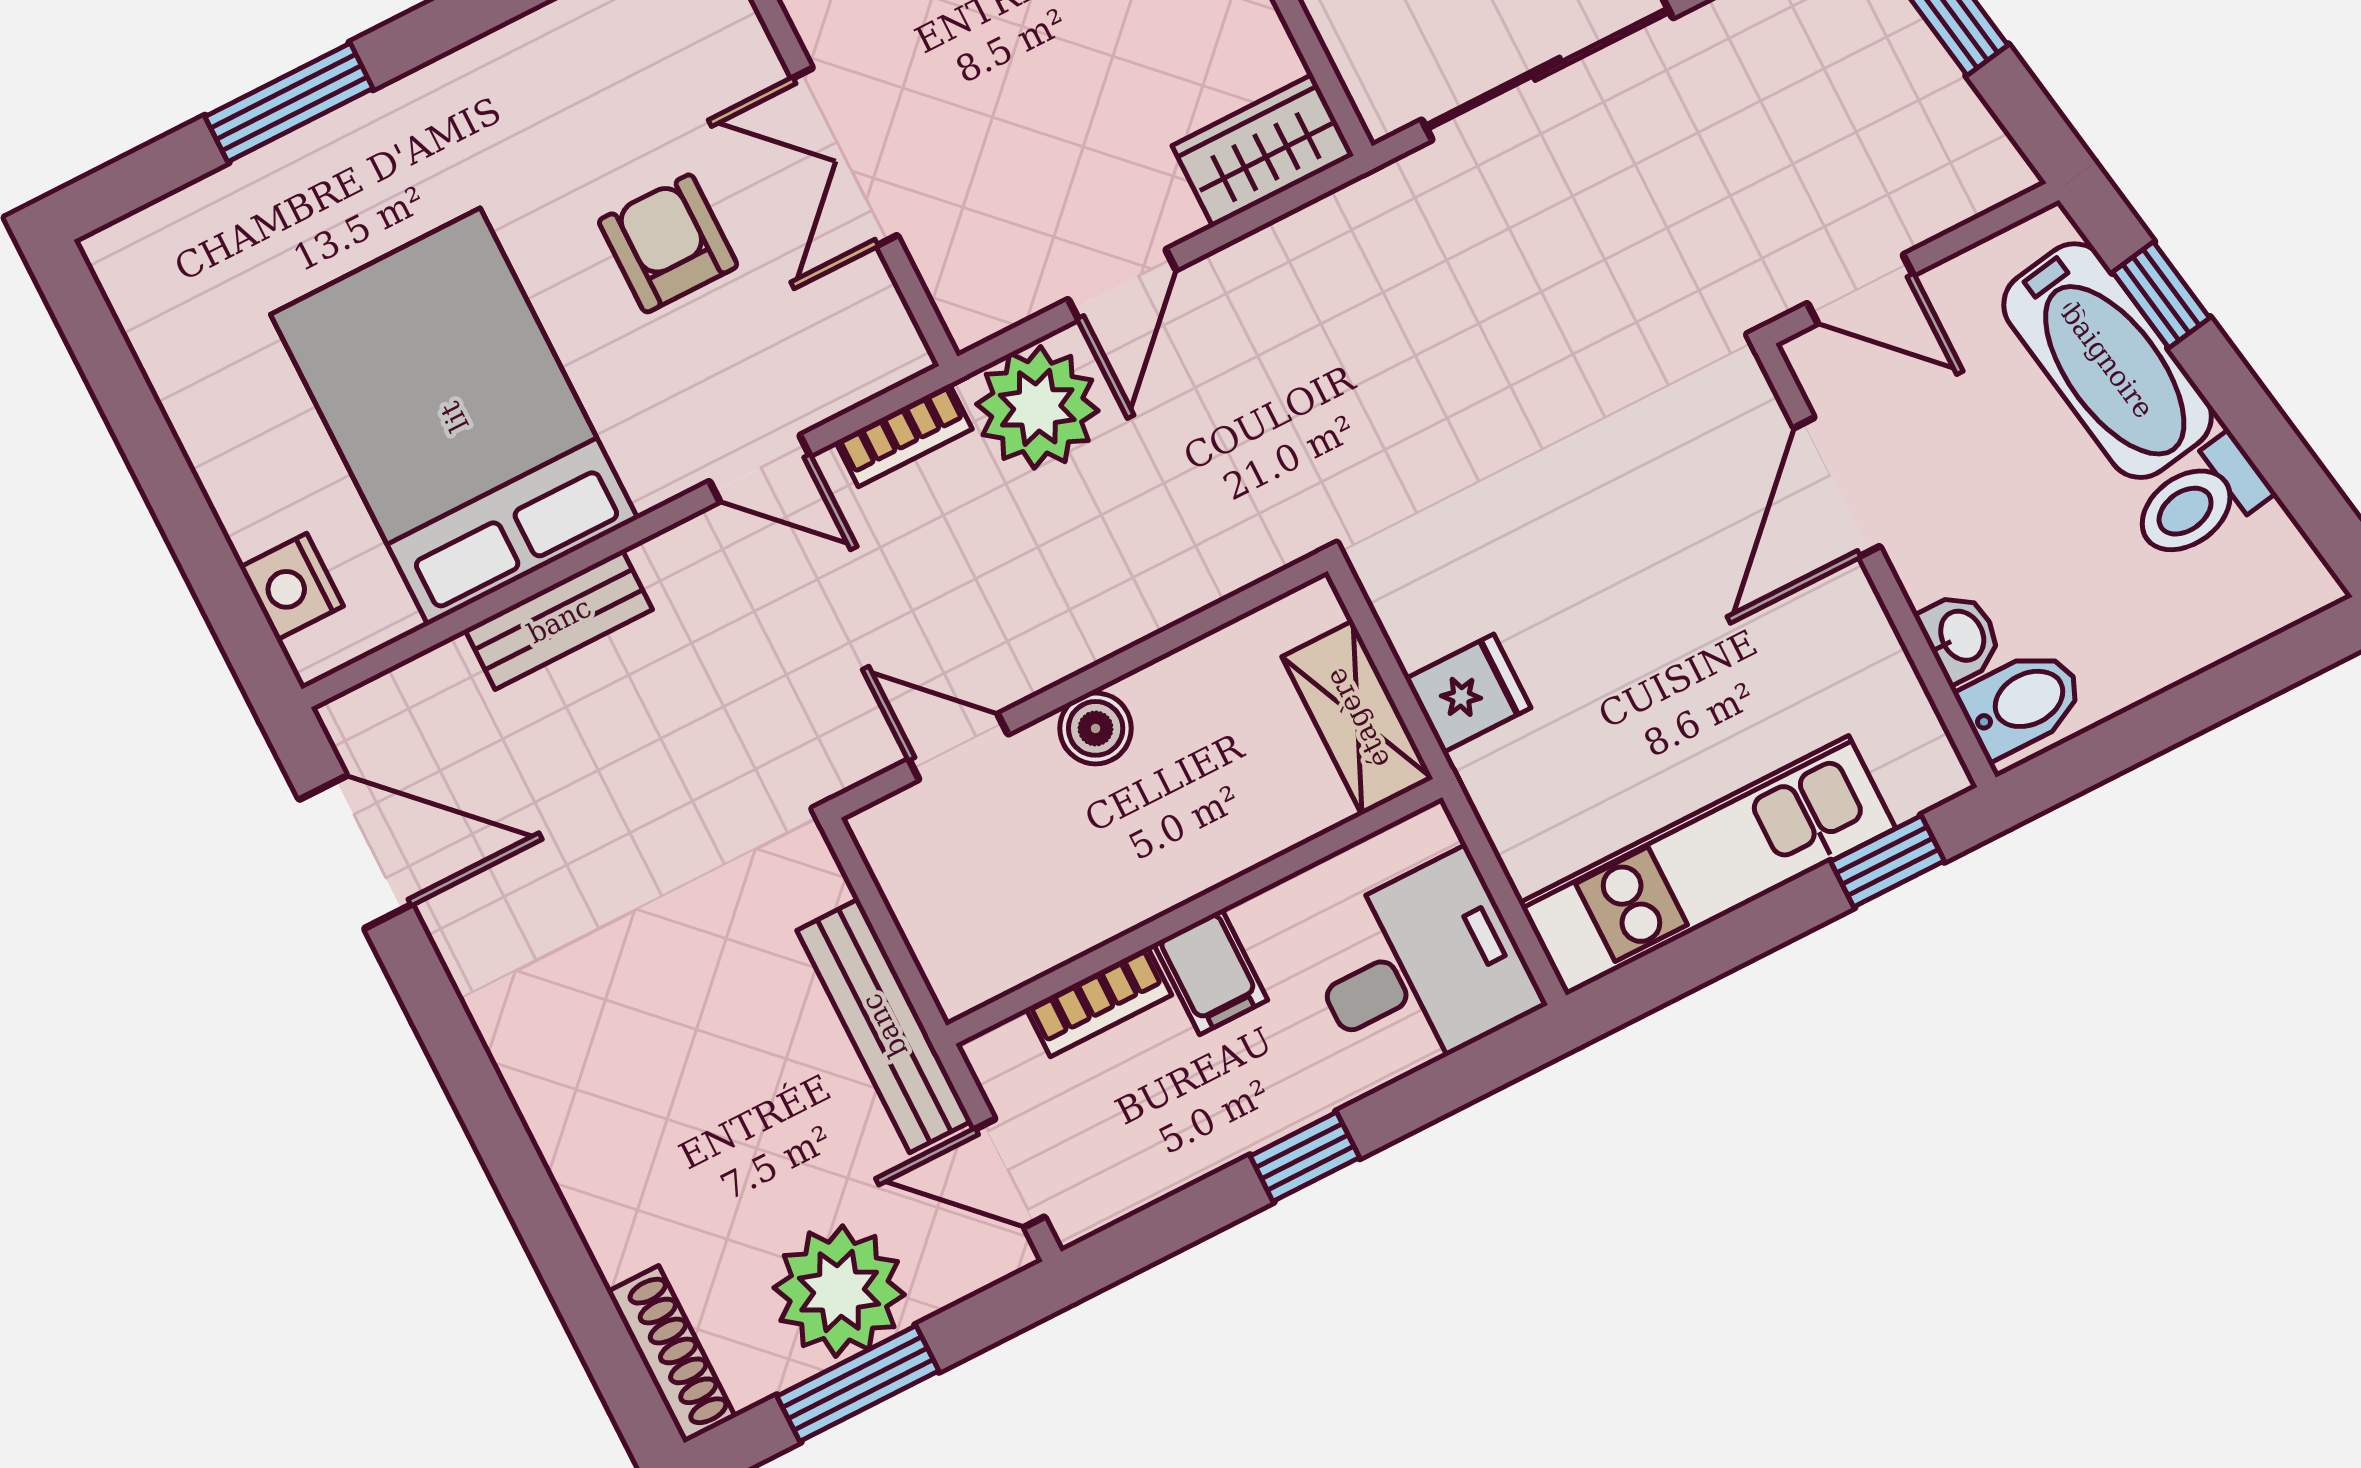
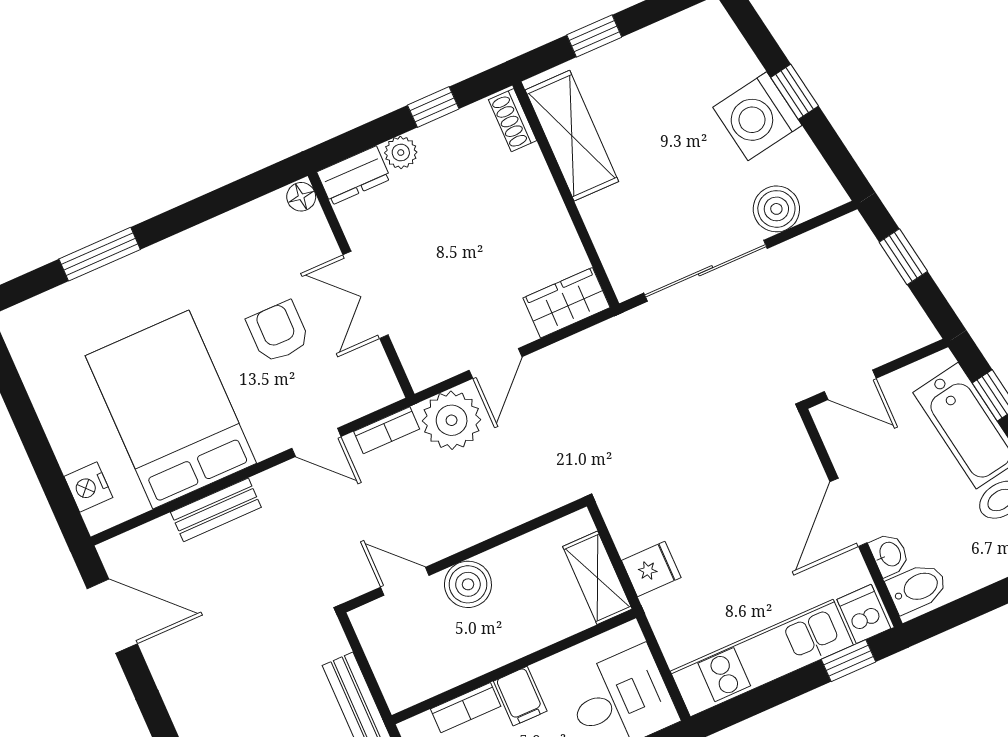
door: (1837, 487) -> (848, 512), moved
boiler: (1096, 728) -> (468, 584), width x1.36, depth x1.36
dishwasher: (1914, 763) -> (864, 614), added

